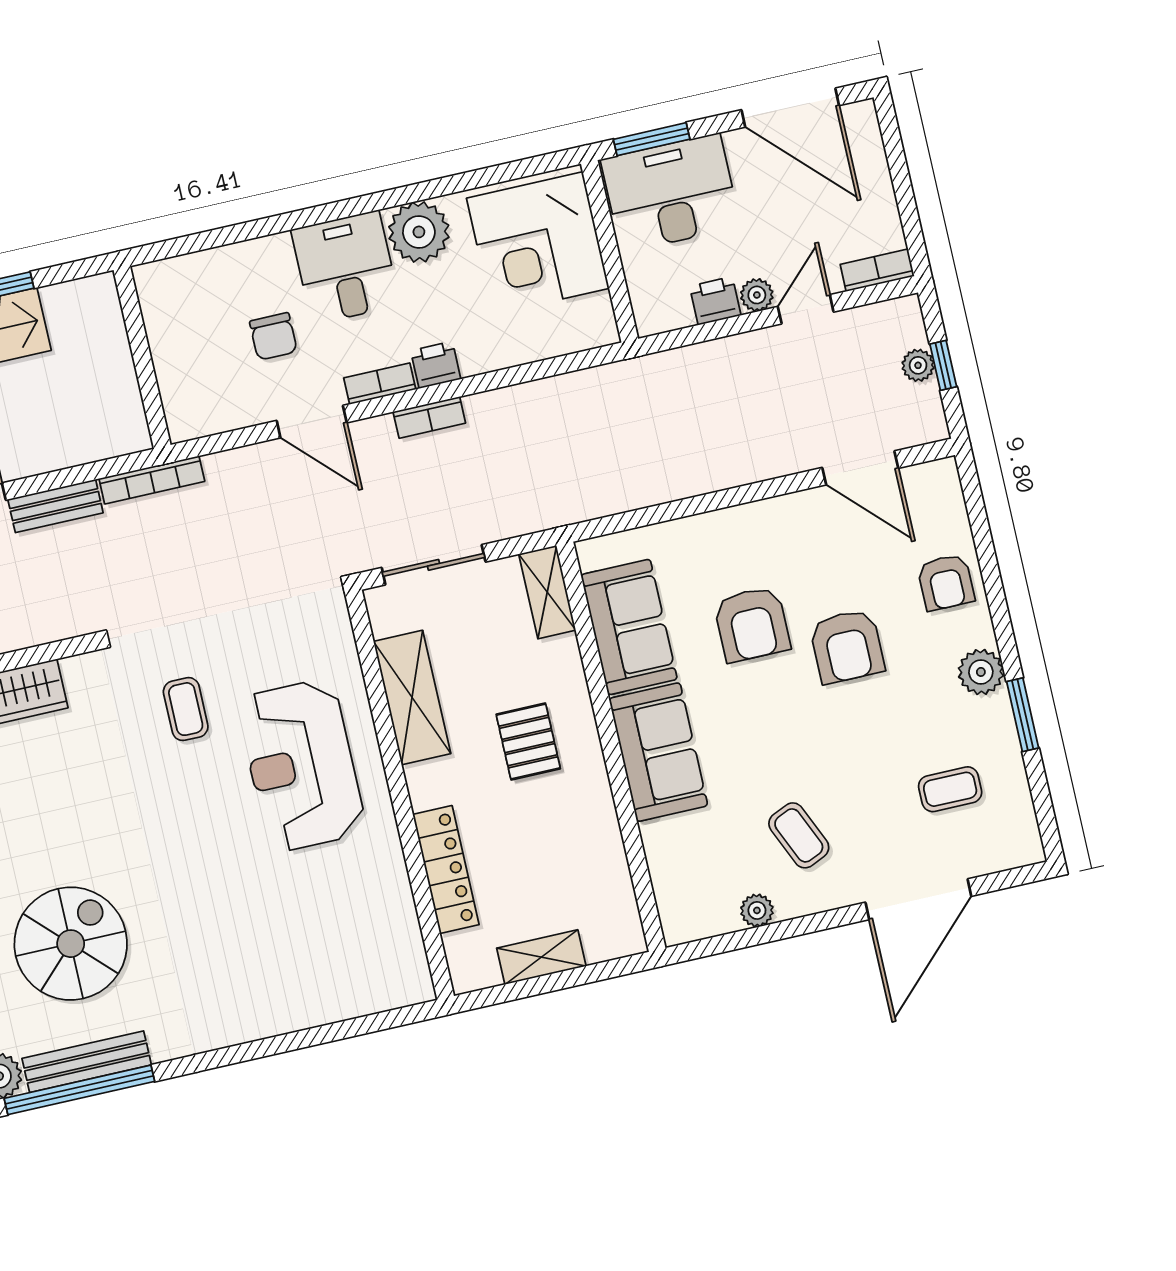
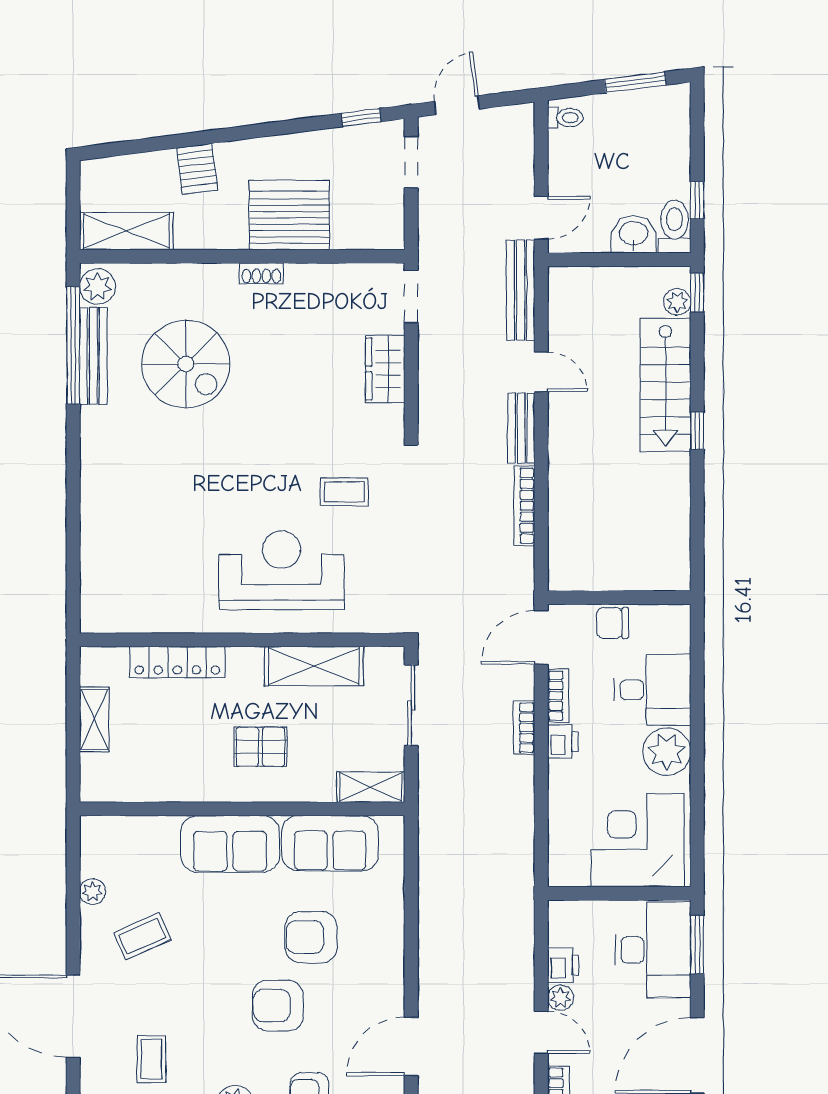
wall: (142, 357) -> (619, 598), moved

